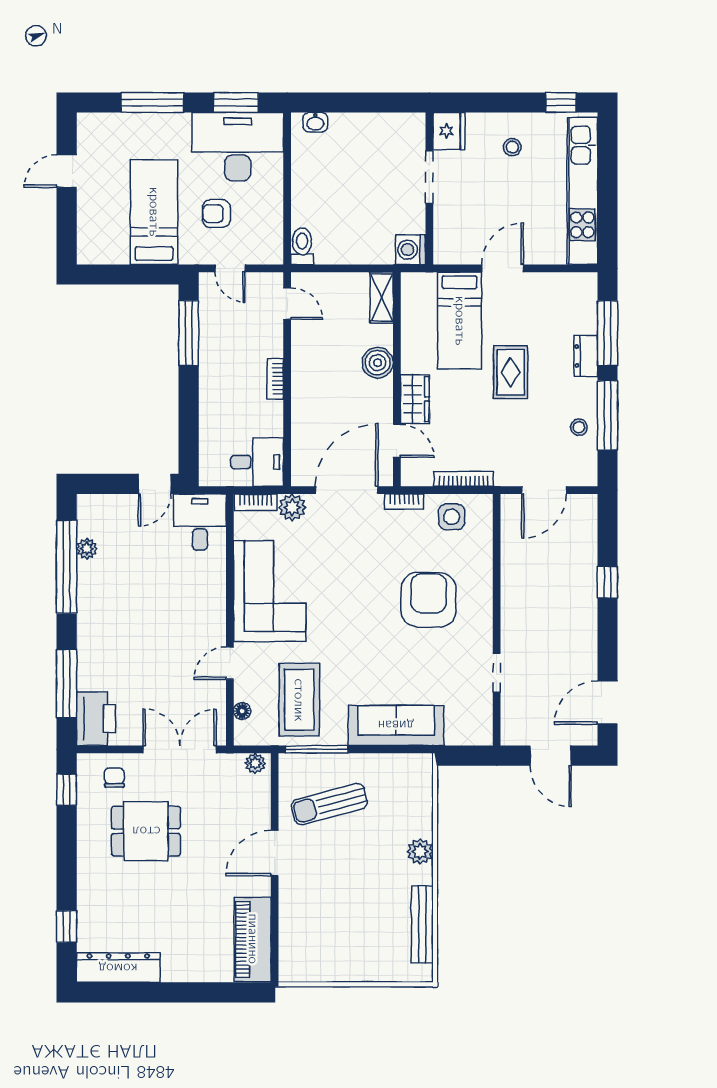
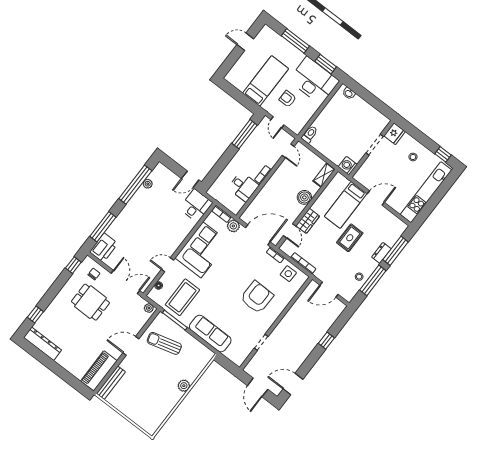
desk: (257, 462) -> (243, 187), moved
bench: (422, 925) -> (111, 383), moved

